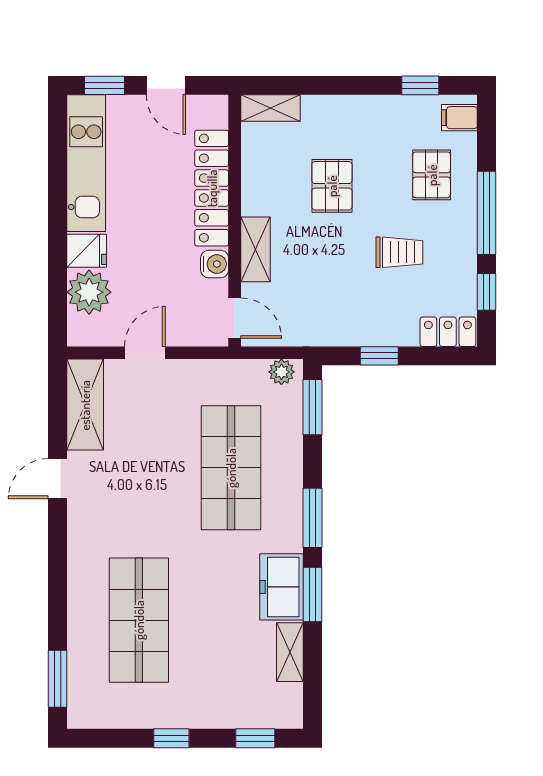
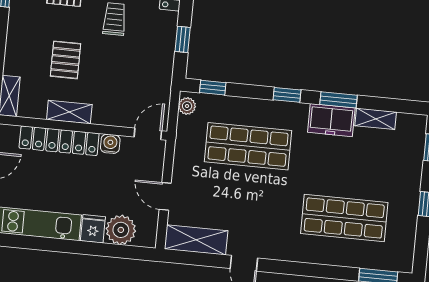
pallet: (332, 186) -> (65, 60), turned 90
shelving: (256, 249) -> (69, 112), moved
window: (312, 407) -> (213, 88), width x0.67
window: (312, 518) -> (287, 95), width x0.67

